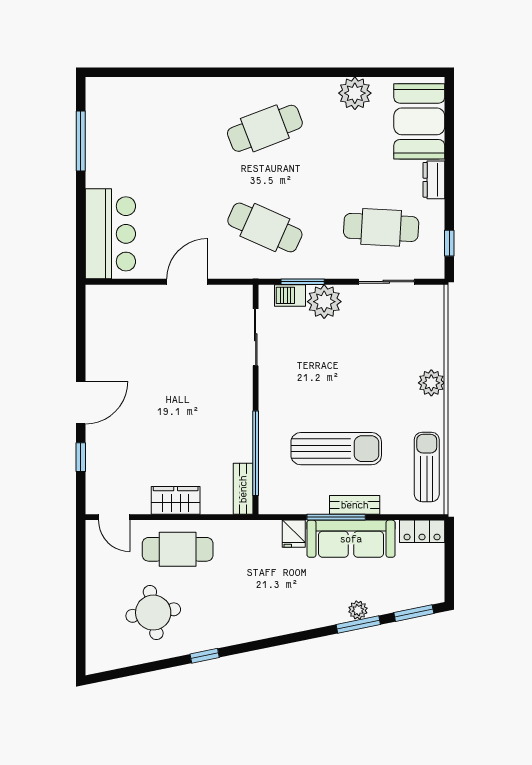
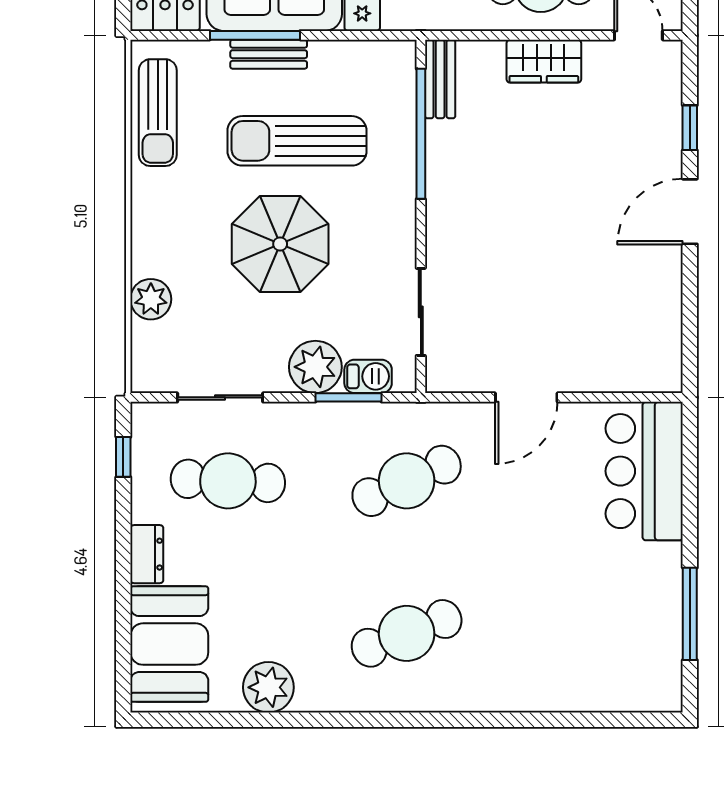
cafe table: (265, 227) -> (407, 481), turned -48
parasol: (347, 382) -> (280, 244), added
plant: (431, 383) -> (151, 299), moved
window: (336, 517) -> (255, 35), moved

